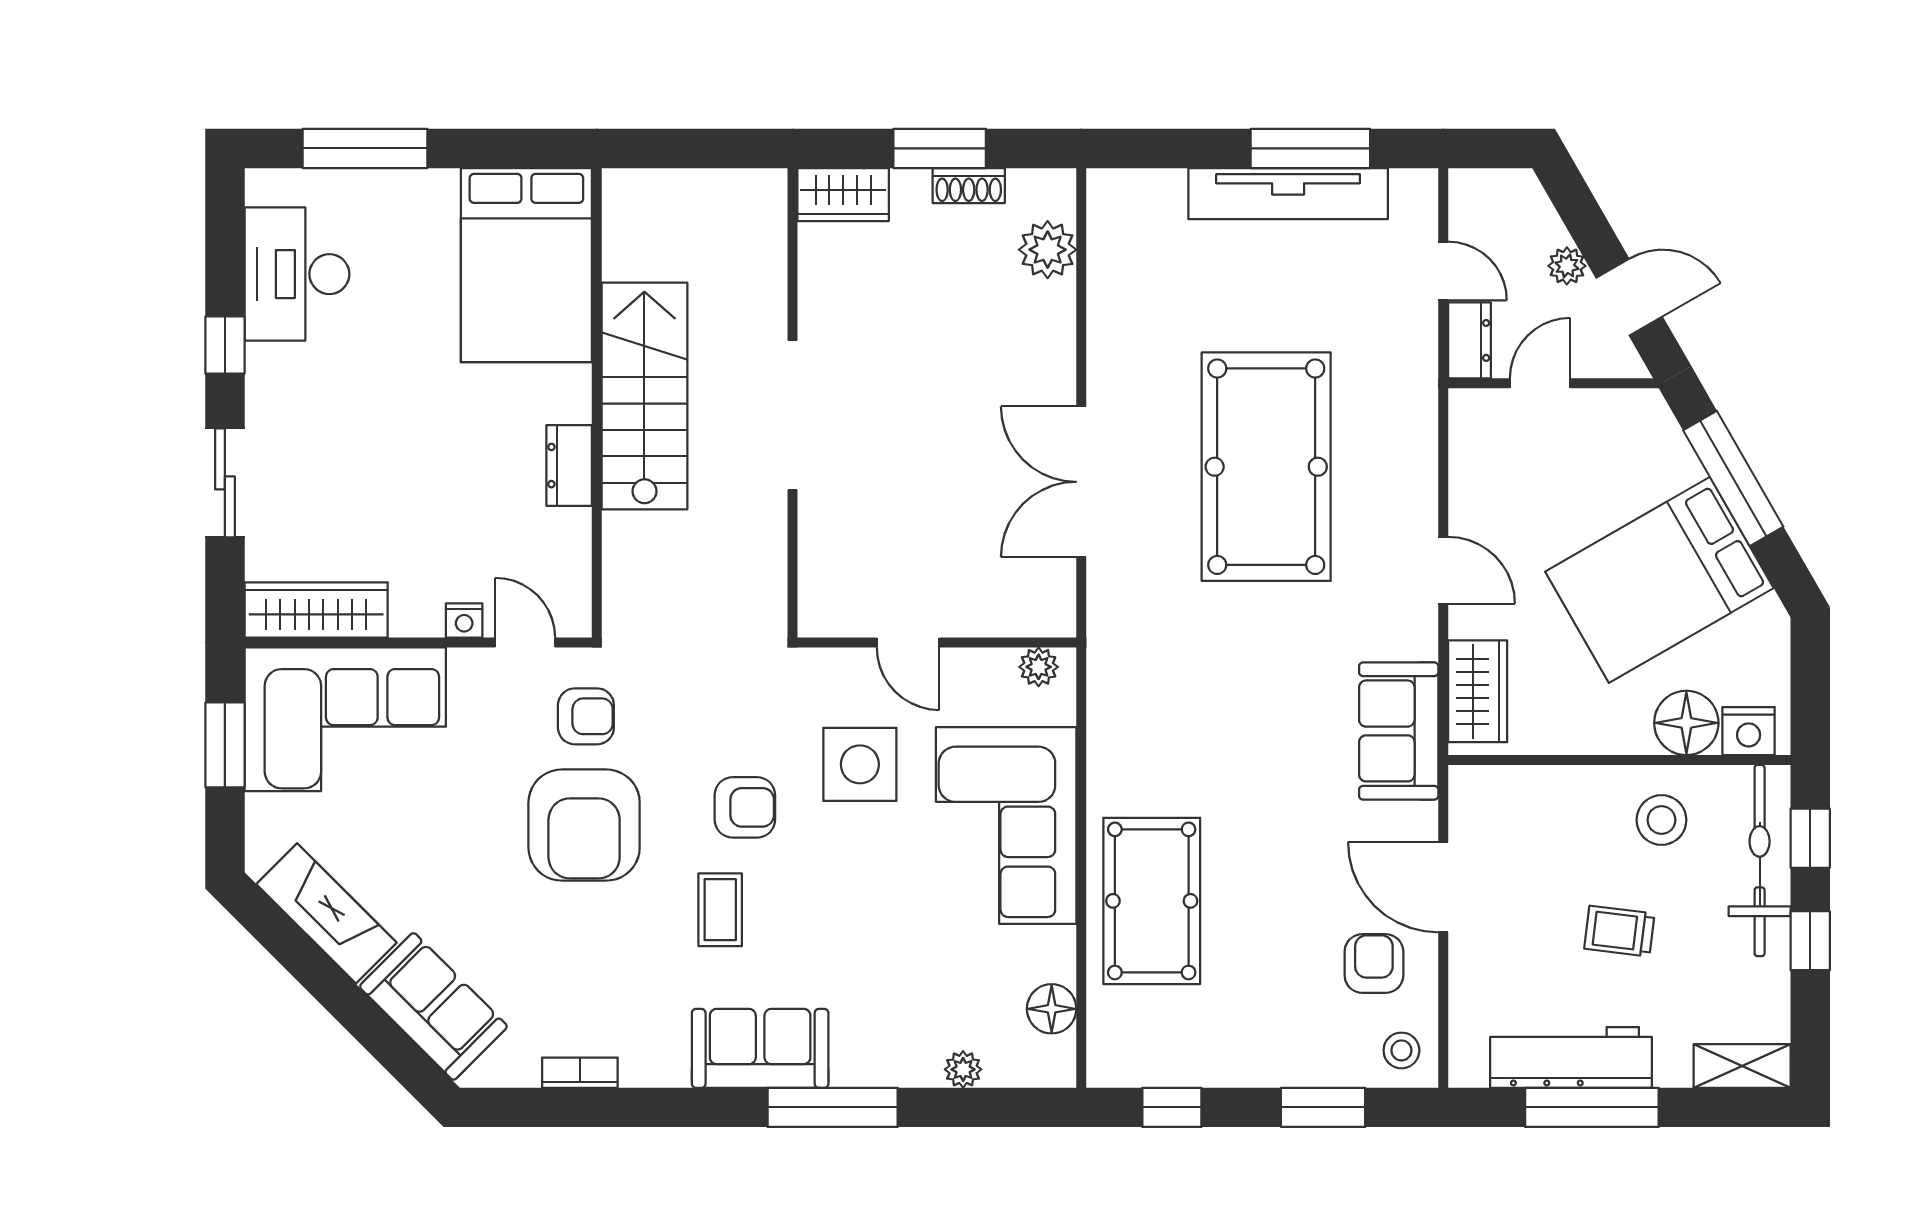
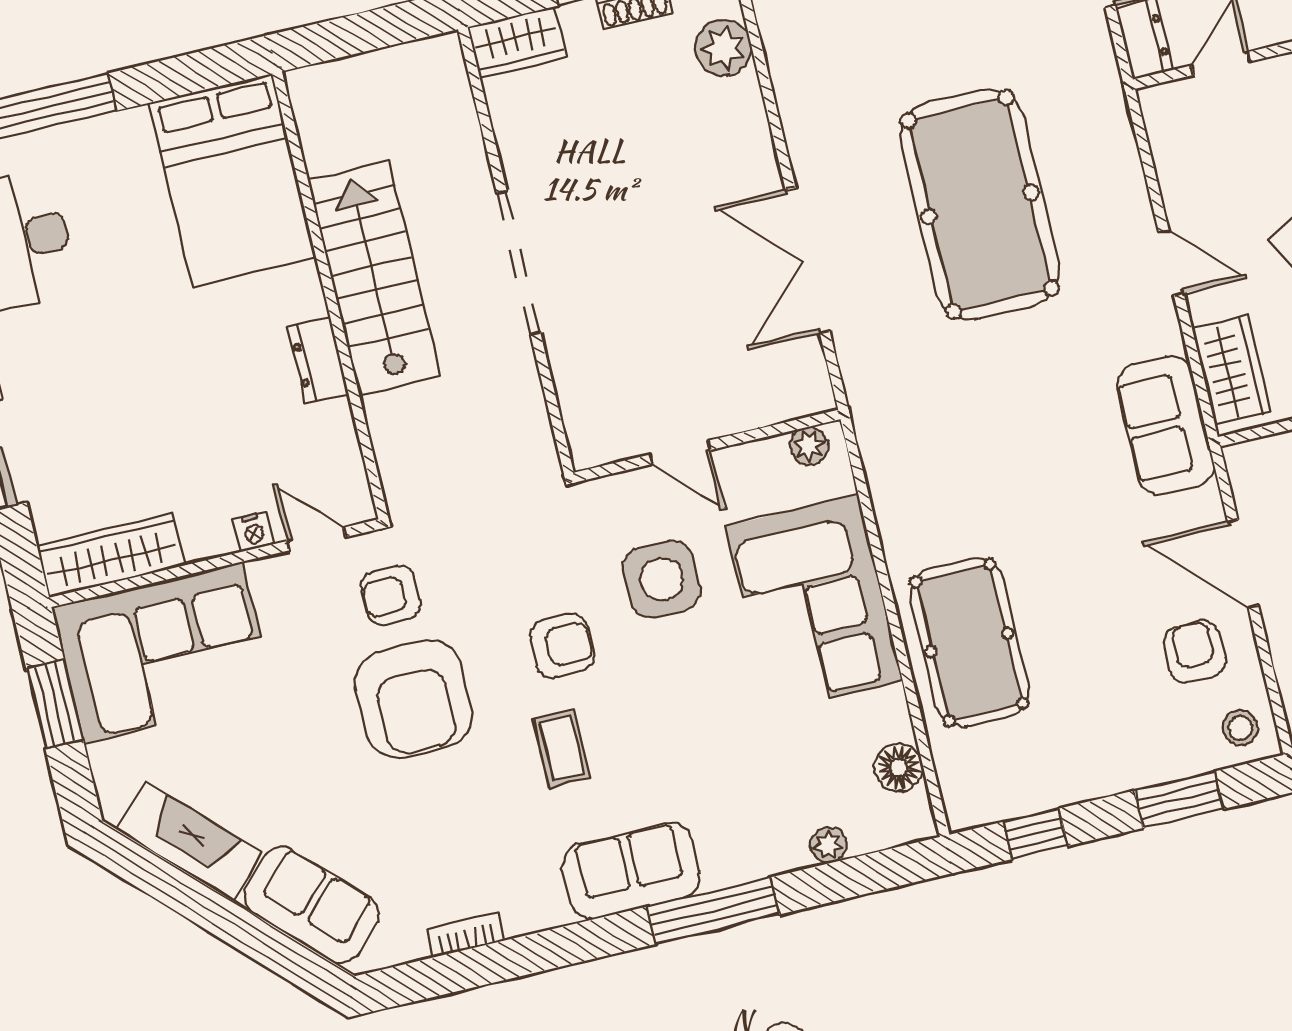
armchair: (586, 716) -> (391, 595), turned 180

